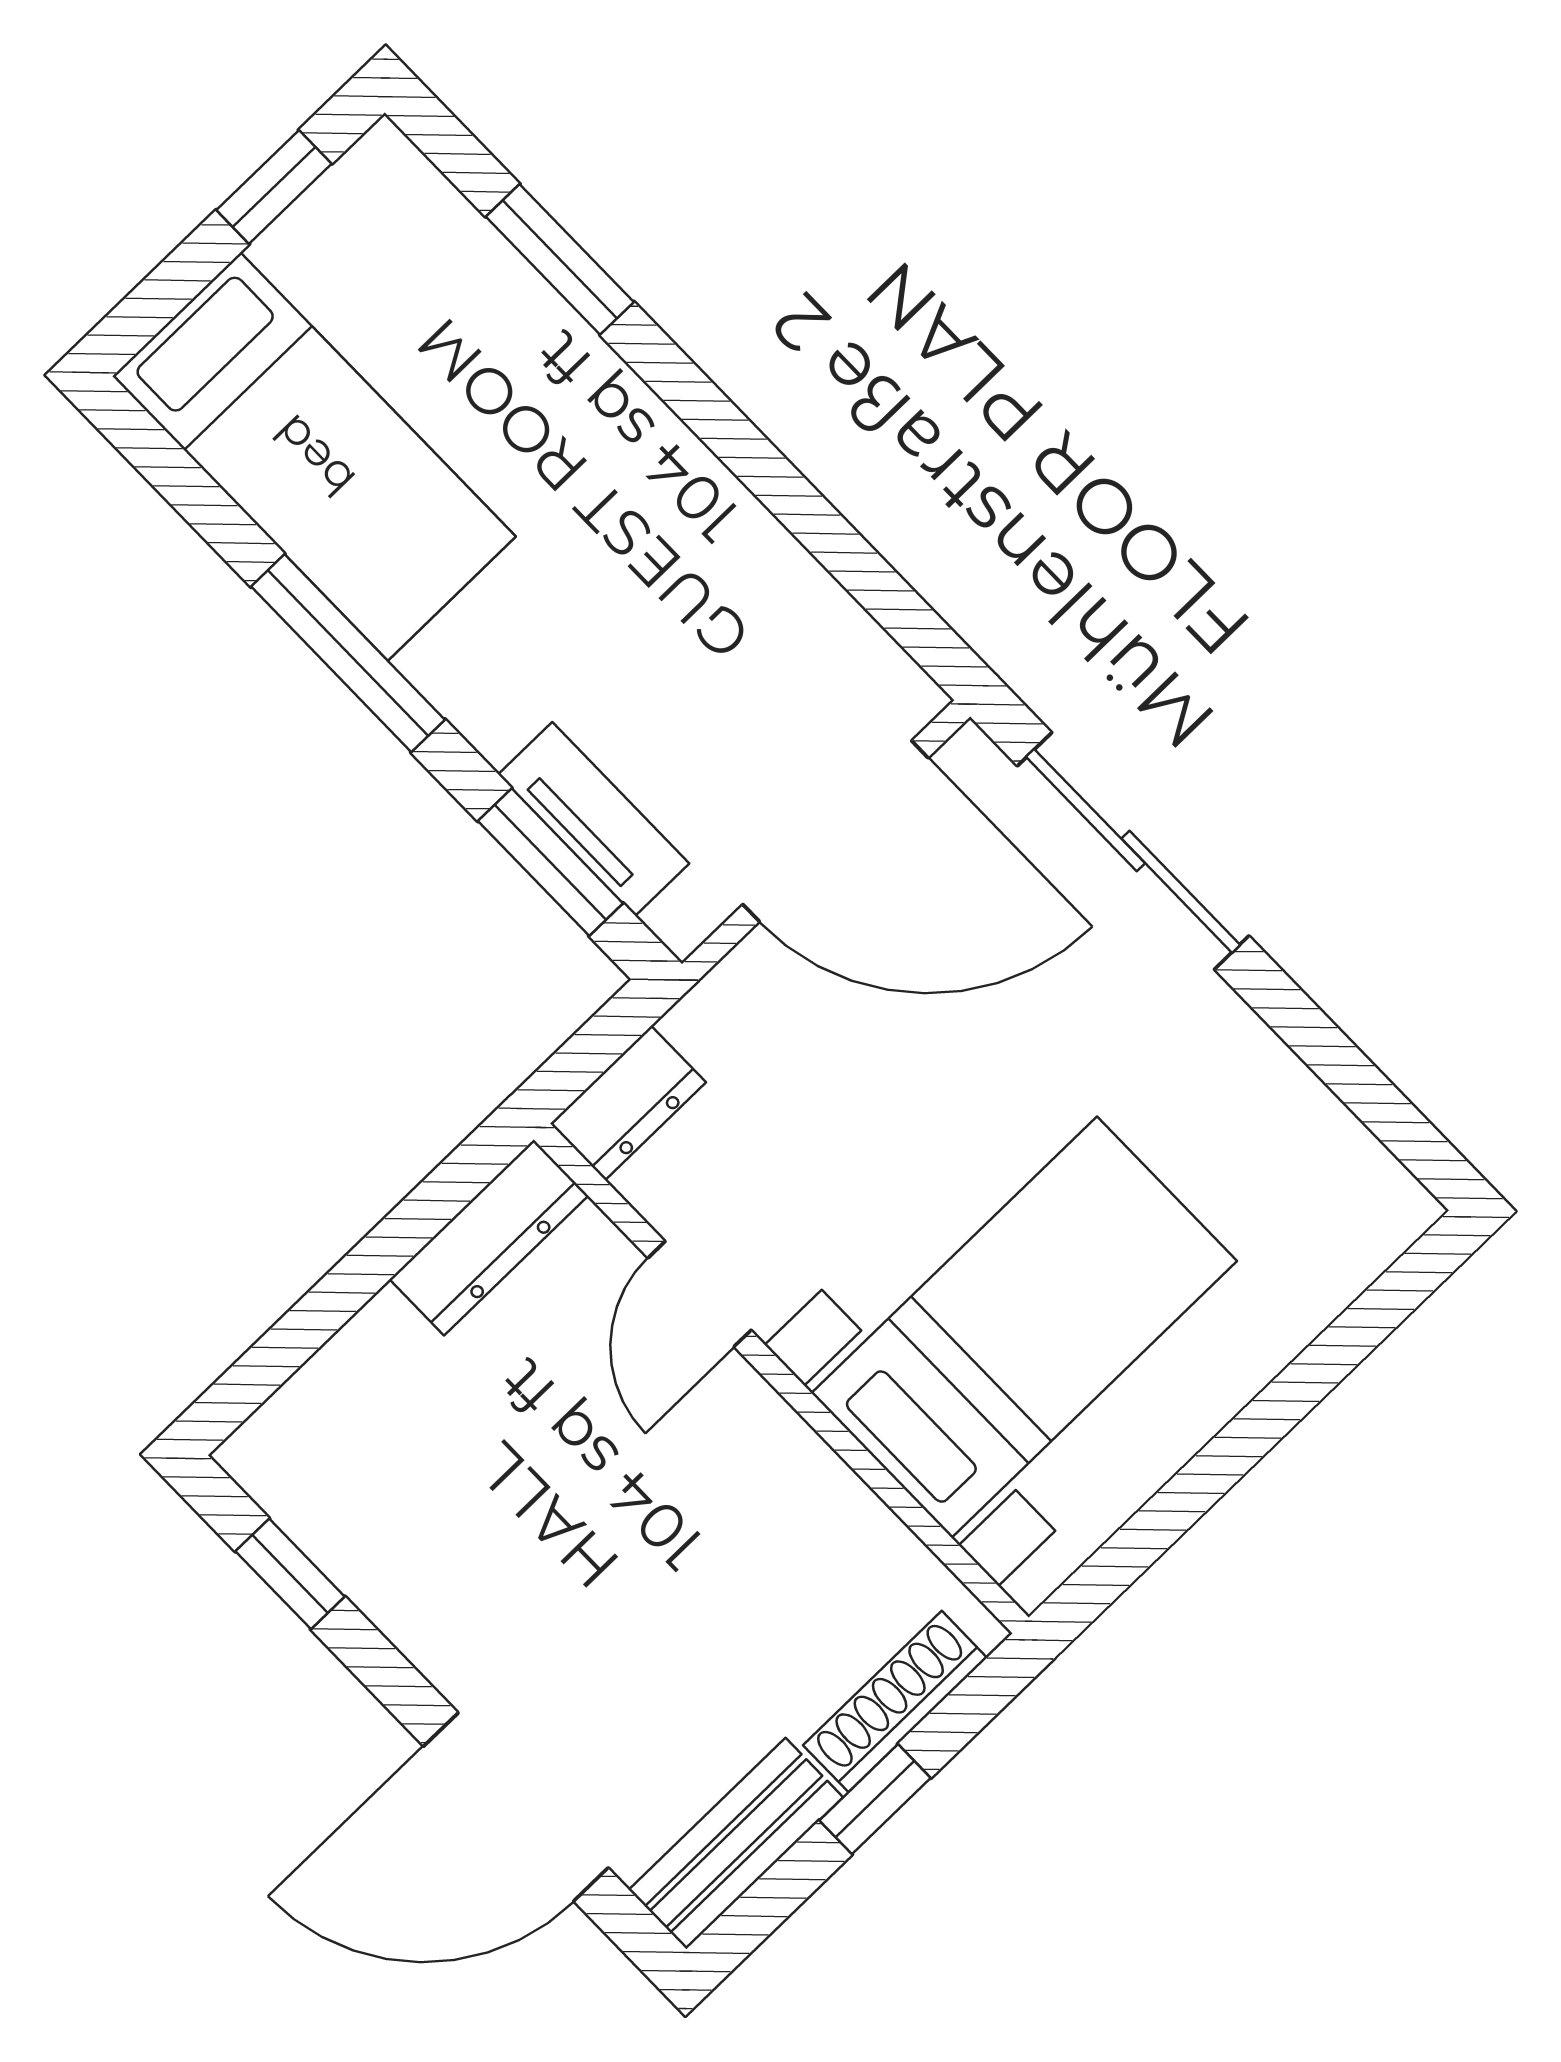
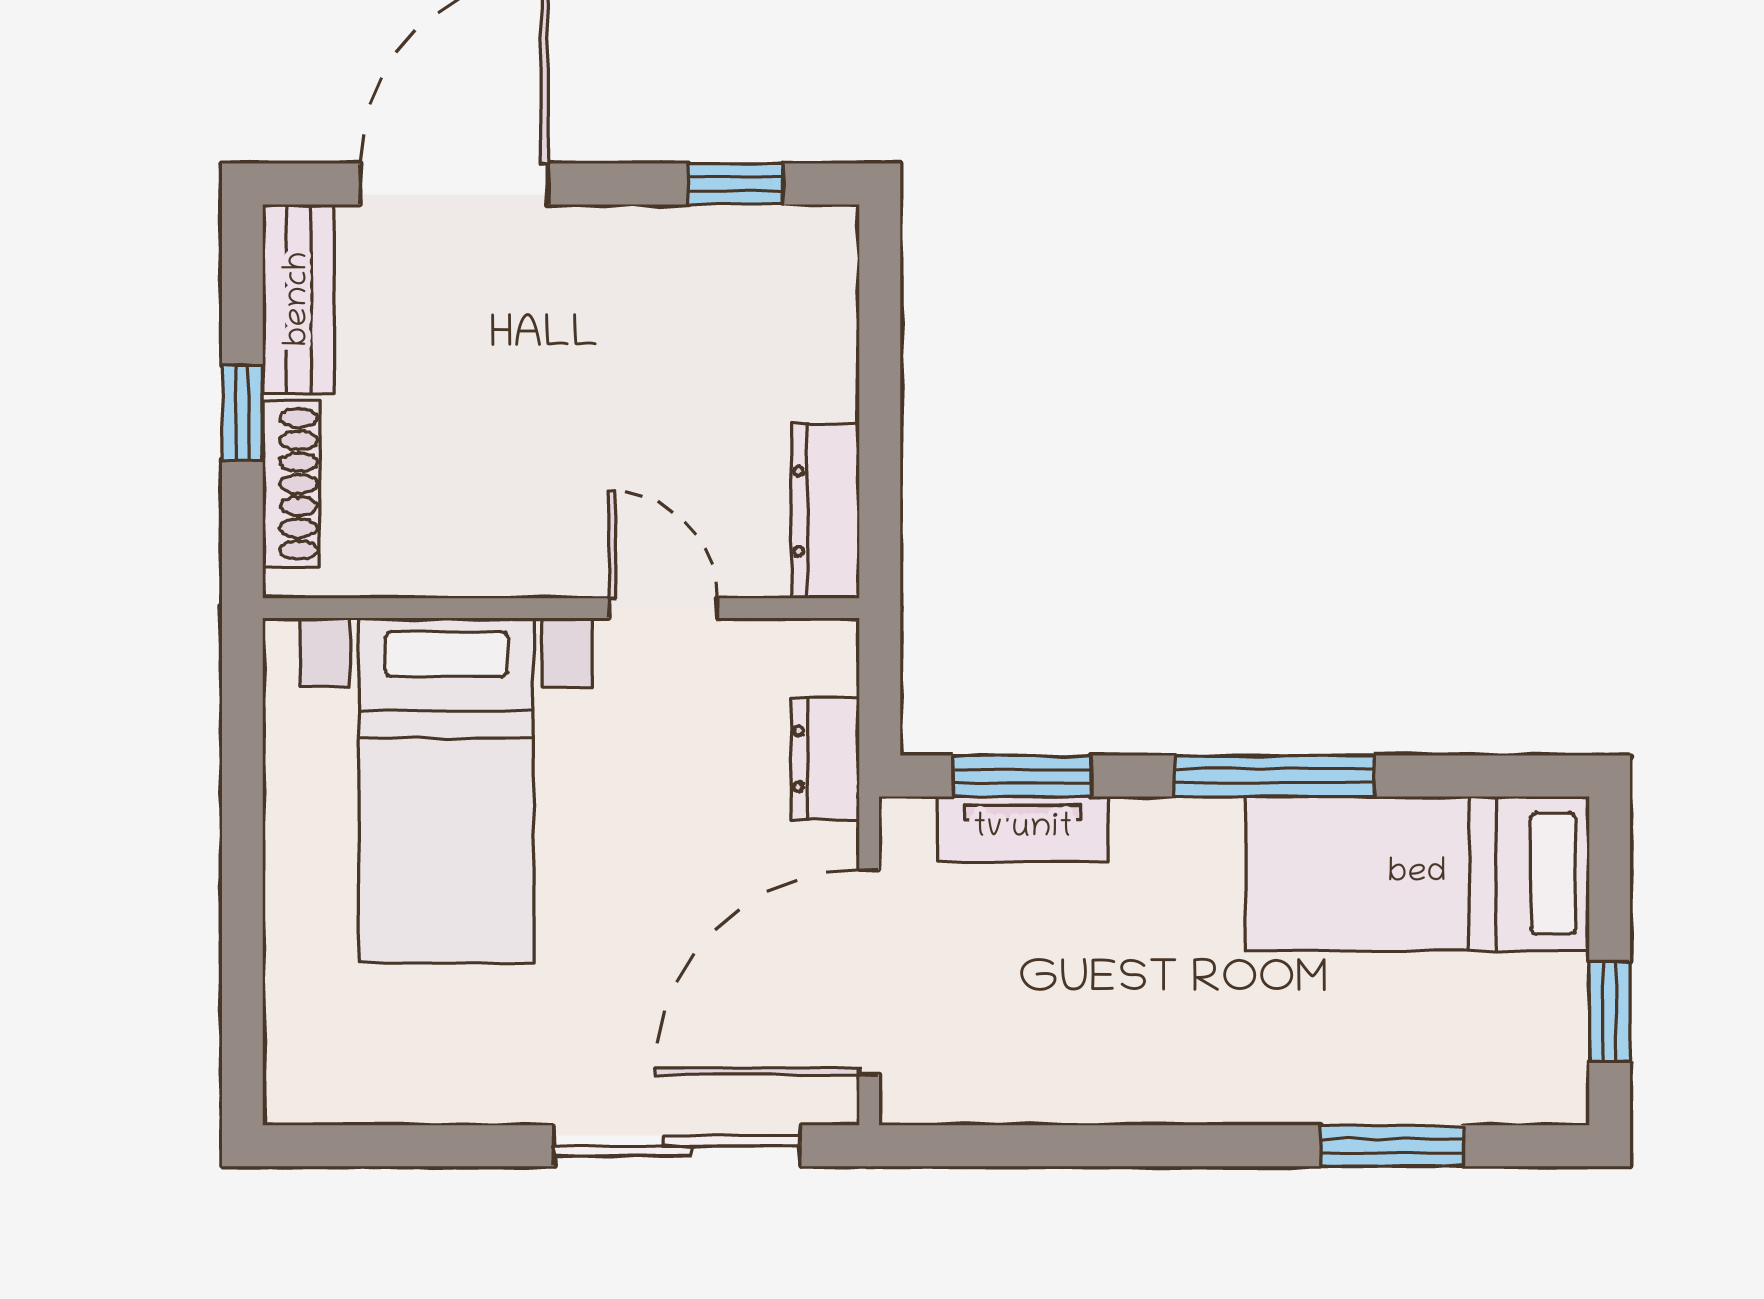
dresser: (628, 1103) -> (825, 759), moved

